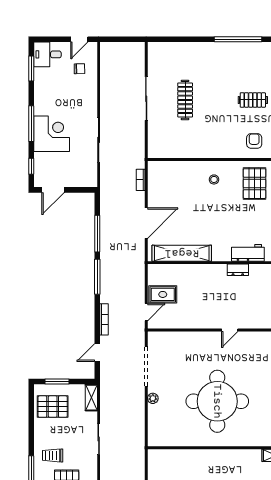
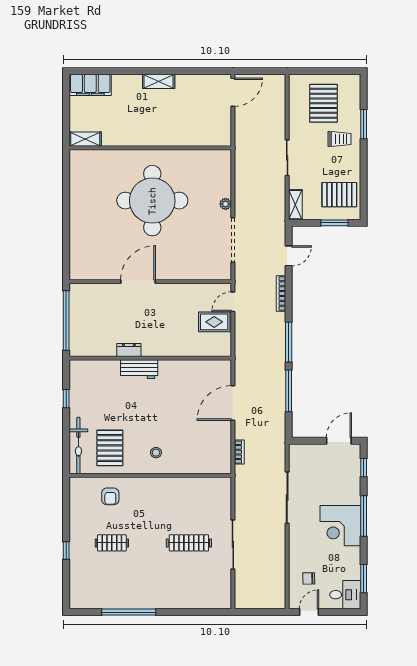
clothes rail: (185, 100) -> (189, 543), turned 90
corner desk: (52, 134) -> (340, 526), moved
shelving: (182, 253) -> (193, 369), removed
workbench: (248, 253) -> (139, 369), moved
door: (230, 330) -> (138, 282), width x1.87

